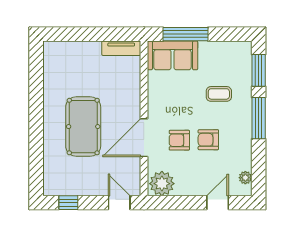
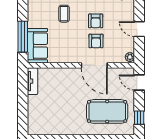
pool table: (83, 127) -> (107, 111), moved
plant: (162, 184) -> (130, 57), width x0.53, depth x0.53
door: (119, 203) -> (139, 83), hinge flipped
door: (218, 203) -> (139, 29), moved

